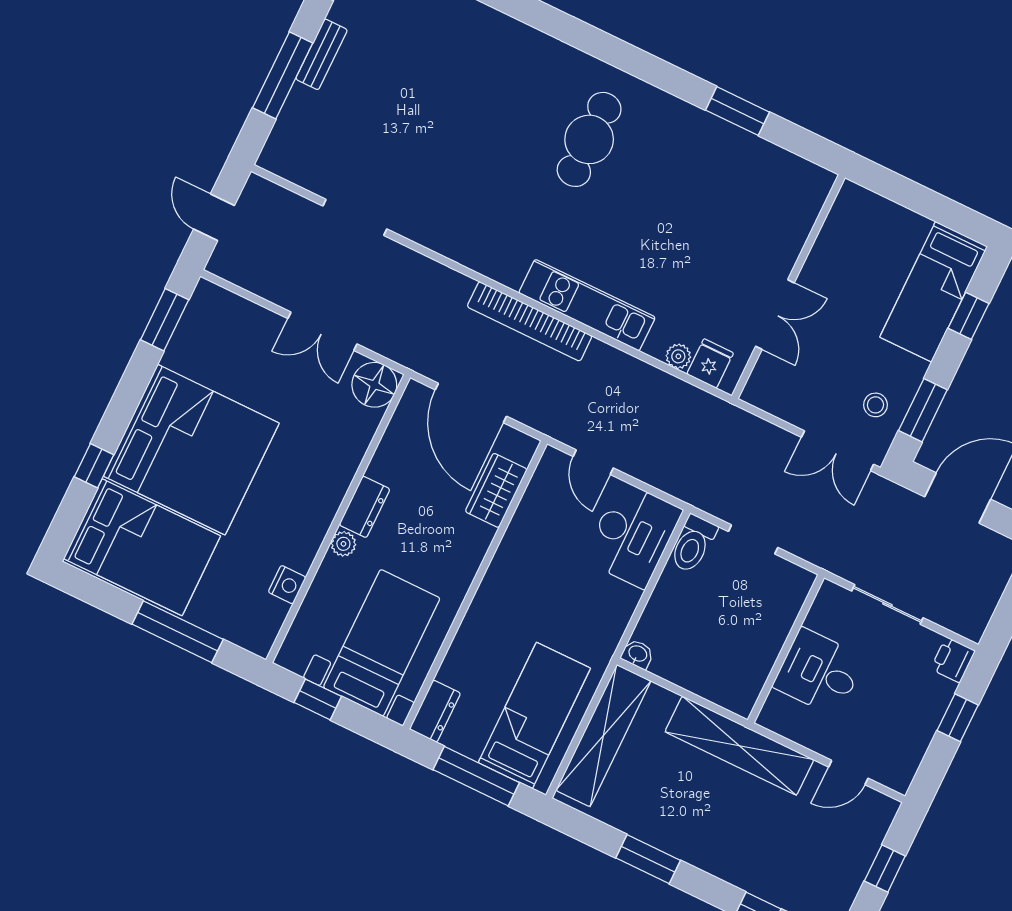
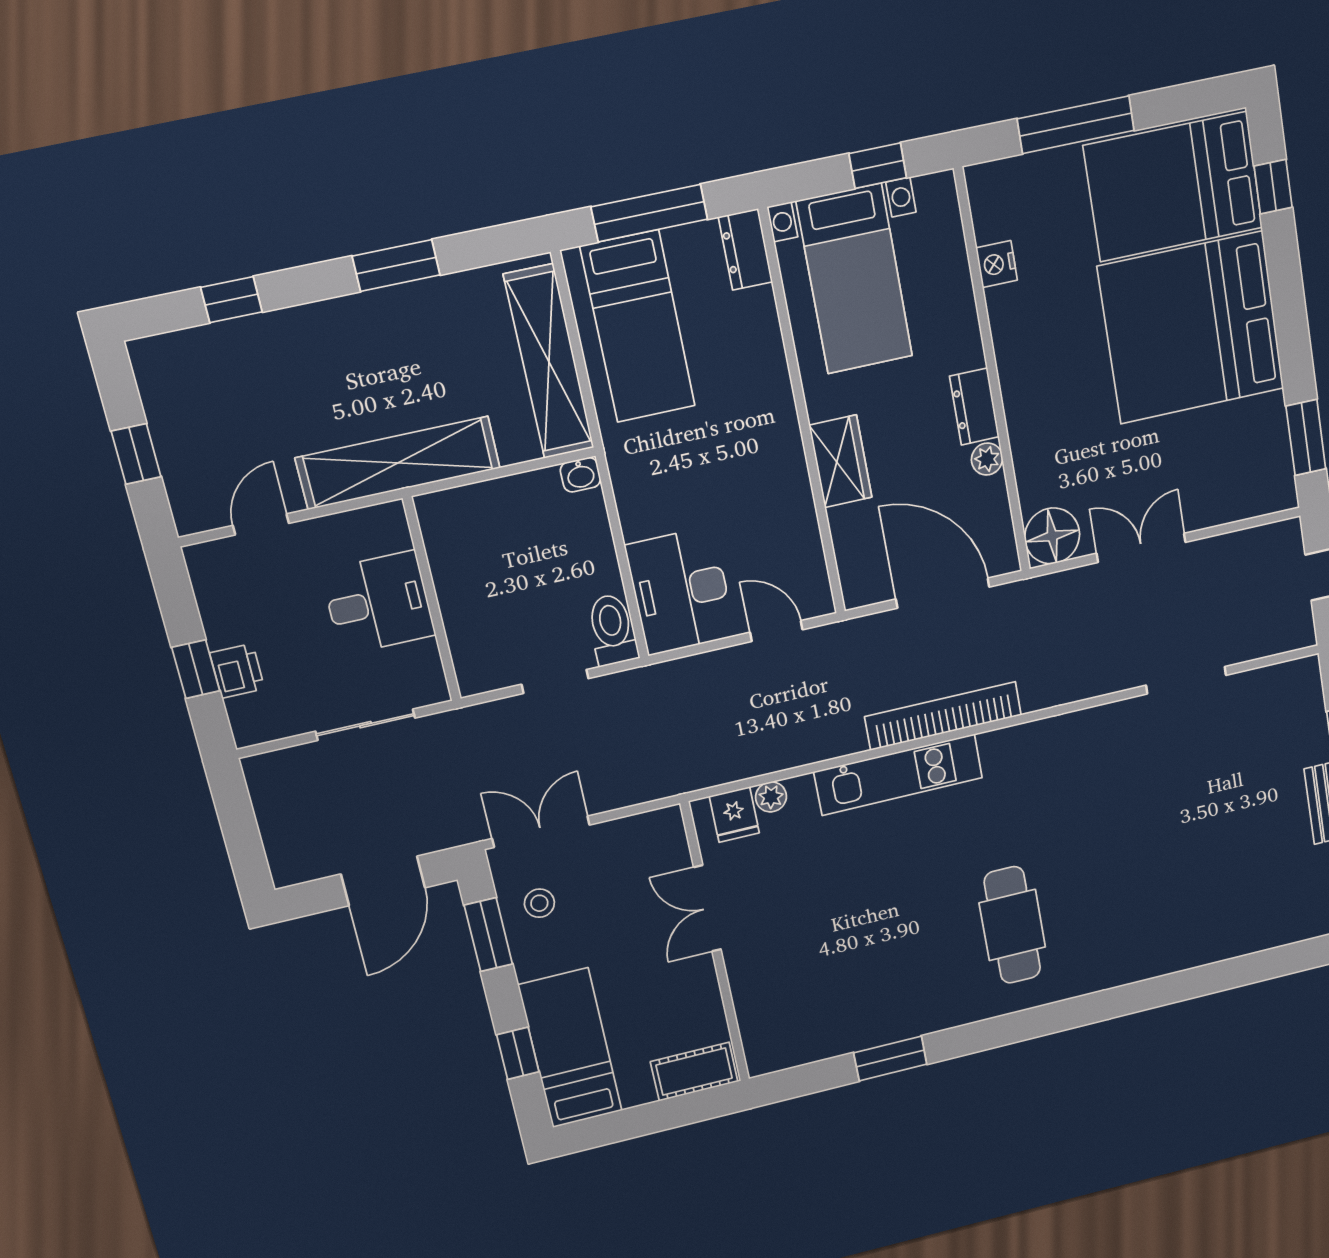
cot: (869, 209) -> (694, 1072), added
window: (94, 466) -> (1273, 187), moved
wardrobe: (496, 490) -> (840, 461), moved
plant: (343, 544) -> (987, 459), moved
printer: (953, 660) -> (237, 671), moved

